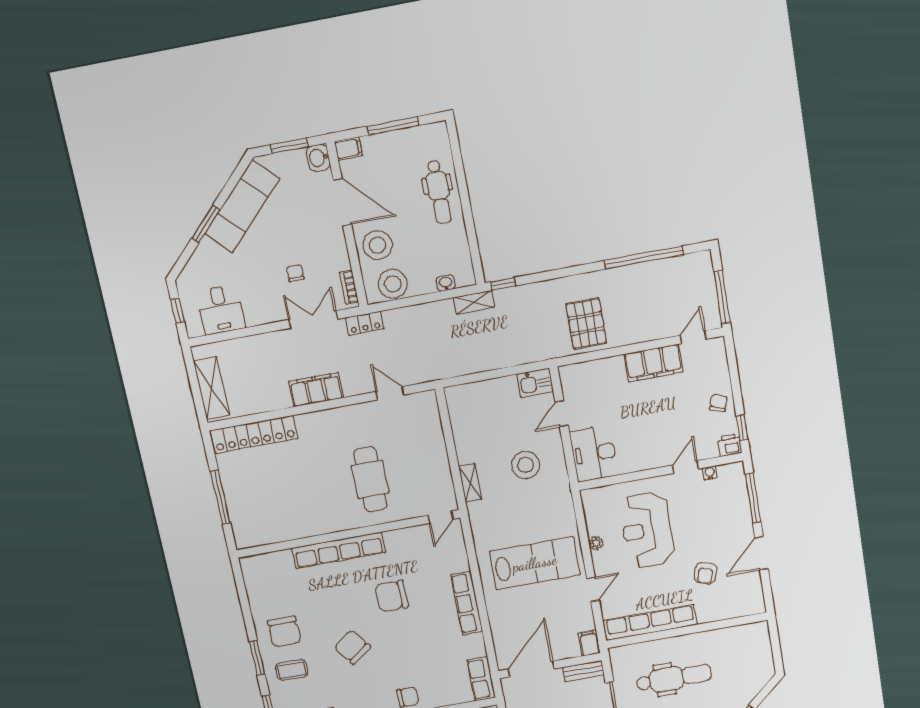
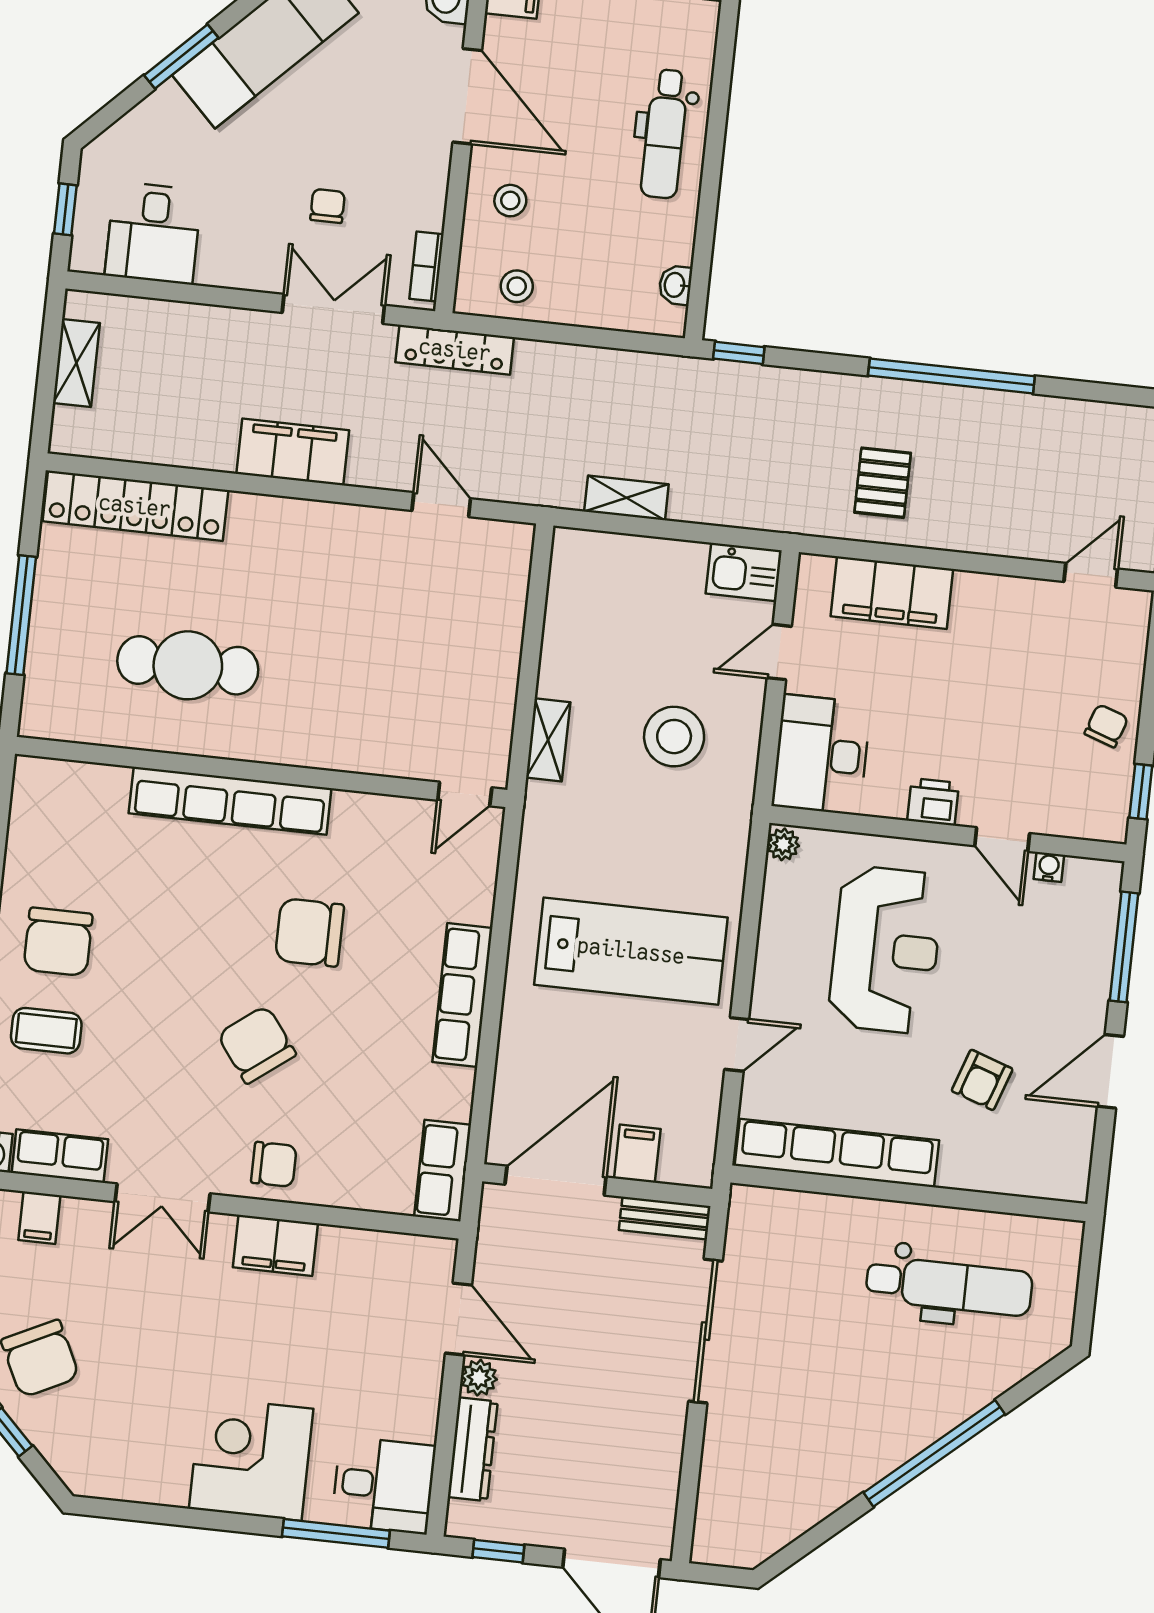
stool: (377, 245) -> (510, 201), width x0.53, depth x0.53
window: (644, 258) -> (951, 376), moved
washbasin: (446, 283) -> (675, 285), moved, turned -90
stool: (393, 284) -> (517, 286), width x0.53, depth x0.53
shelving: (474, 302) -> (626, 498), moved
locker: (365, 323) -> (455, 350), width x1.53
pallet: (586, 324) -> (883, 483), width x0.67, depth x0.71
filing cabinet: (653, 363) -> (892, 593), moved
shelving: (211, 388) -> (76, 363), width x0.67, depth x0.75
printer: (730, 445) -> (933, 802), moved
door: (685, 467) -> (1002, 840), swing flipped
cafe table: (370, 479) -> (188, 665), moved, turned 90
reception desk: (647, 530) -> (886, 950), turned 180
plant: (596, 543) -> (783, 844), moved
filing cabinet: (589, 643) -> (637, 1154), moved
chair: (352, 647) -> (257, 1045), moved
dental chair: (674, 678) -> (949, 1286), moved

